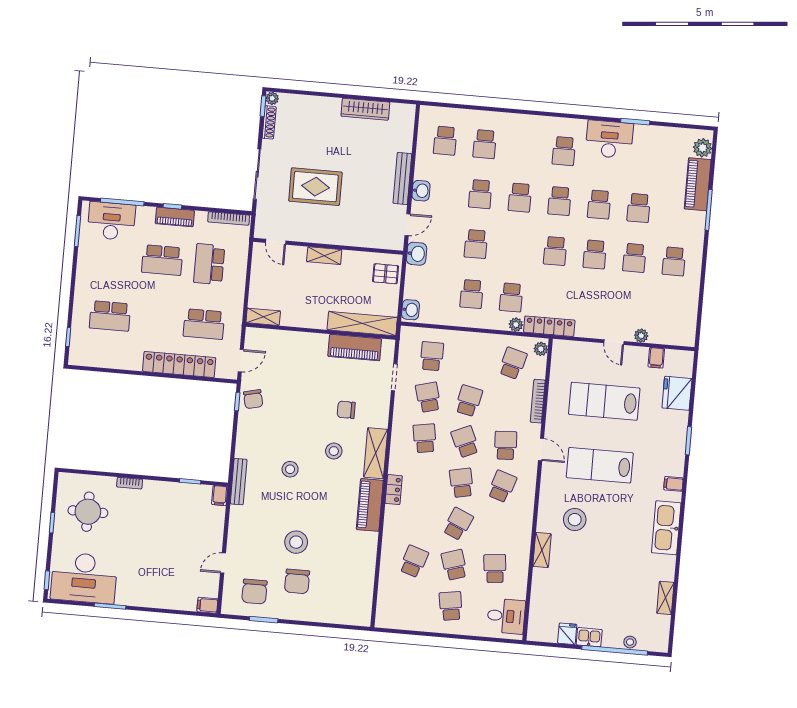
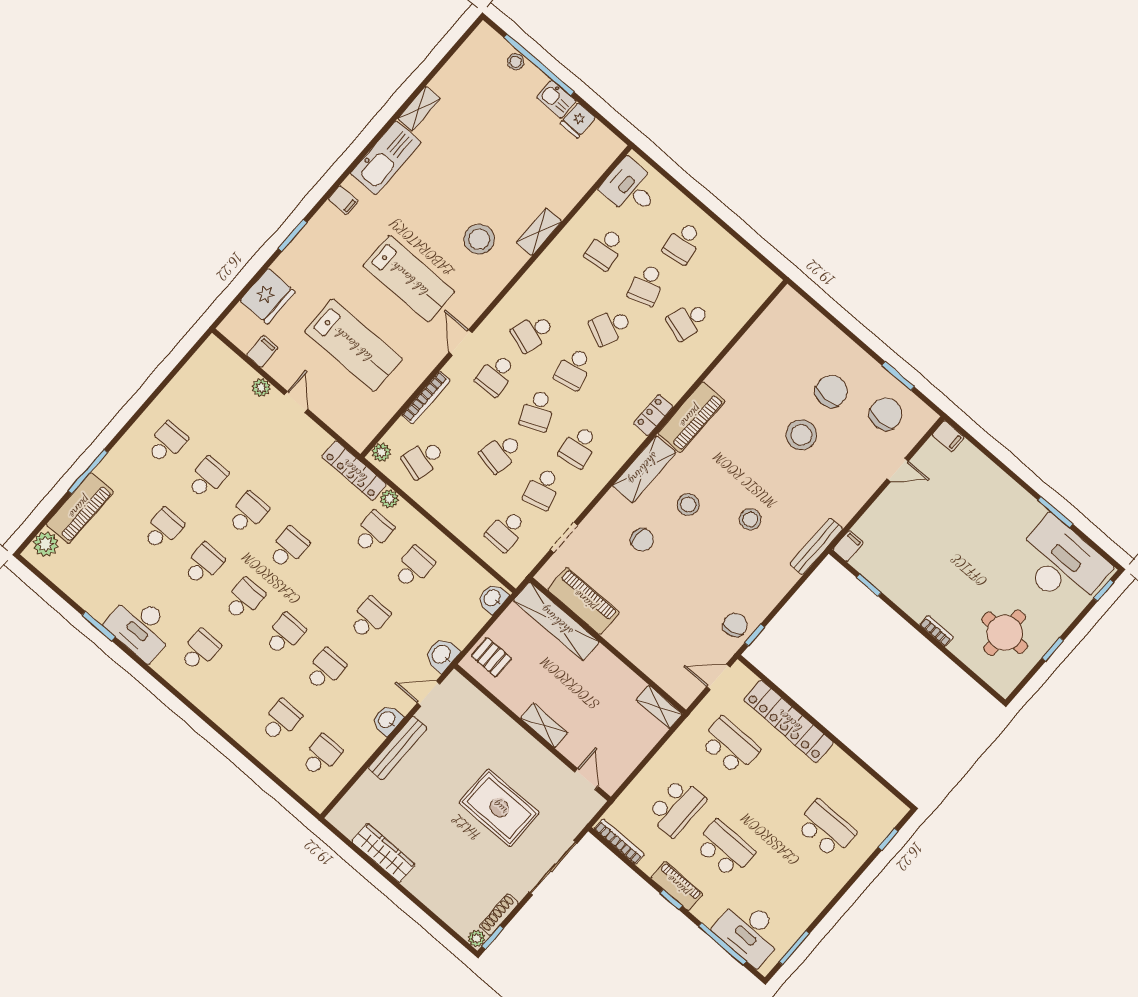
shelving: (665, 598) -> (419, 109), moved

